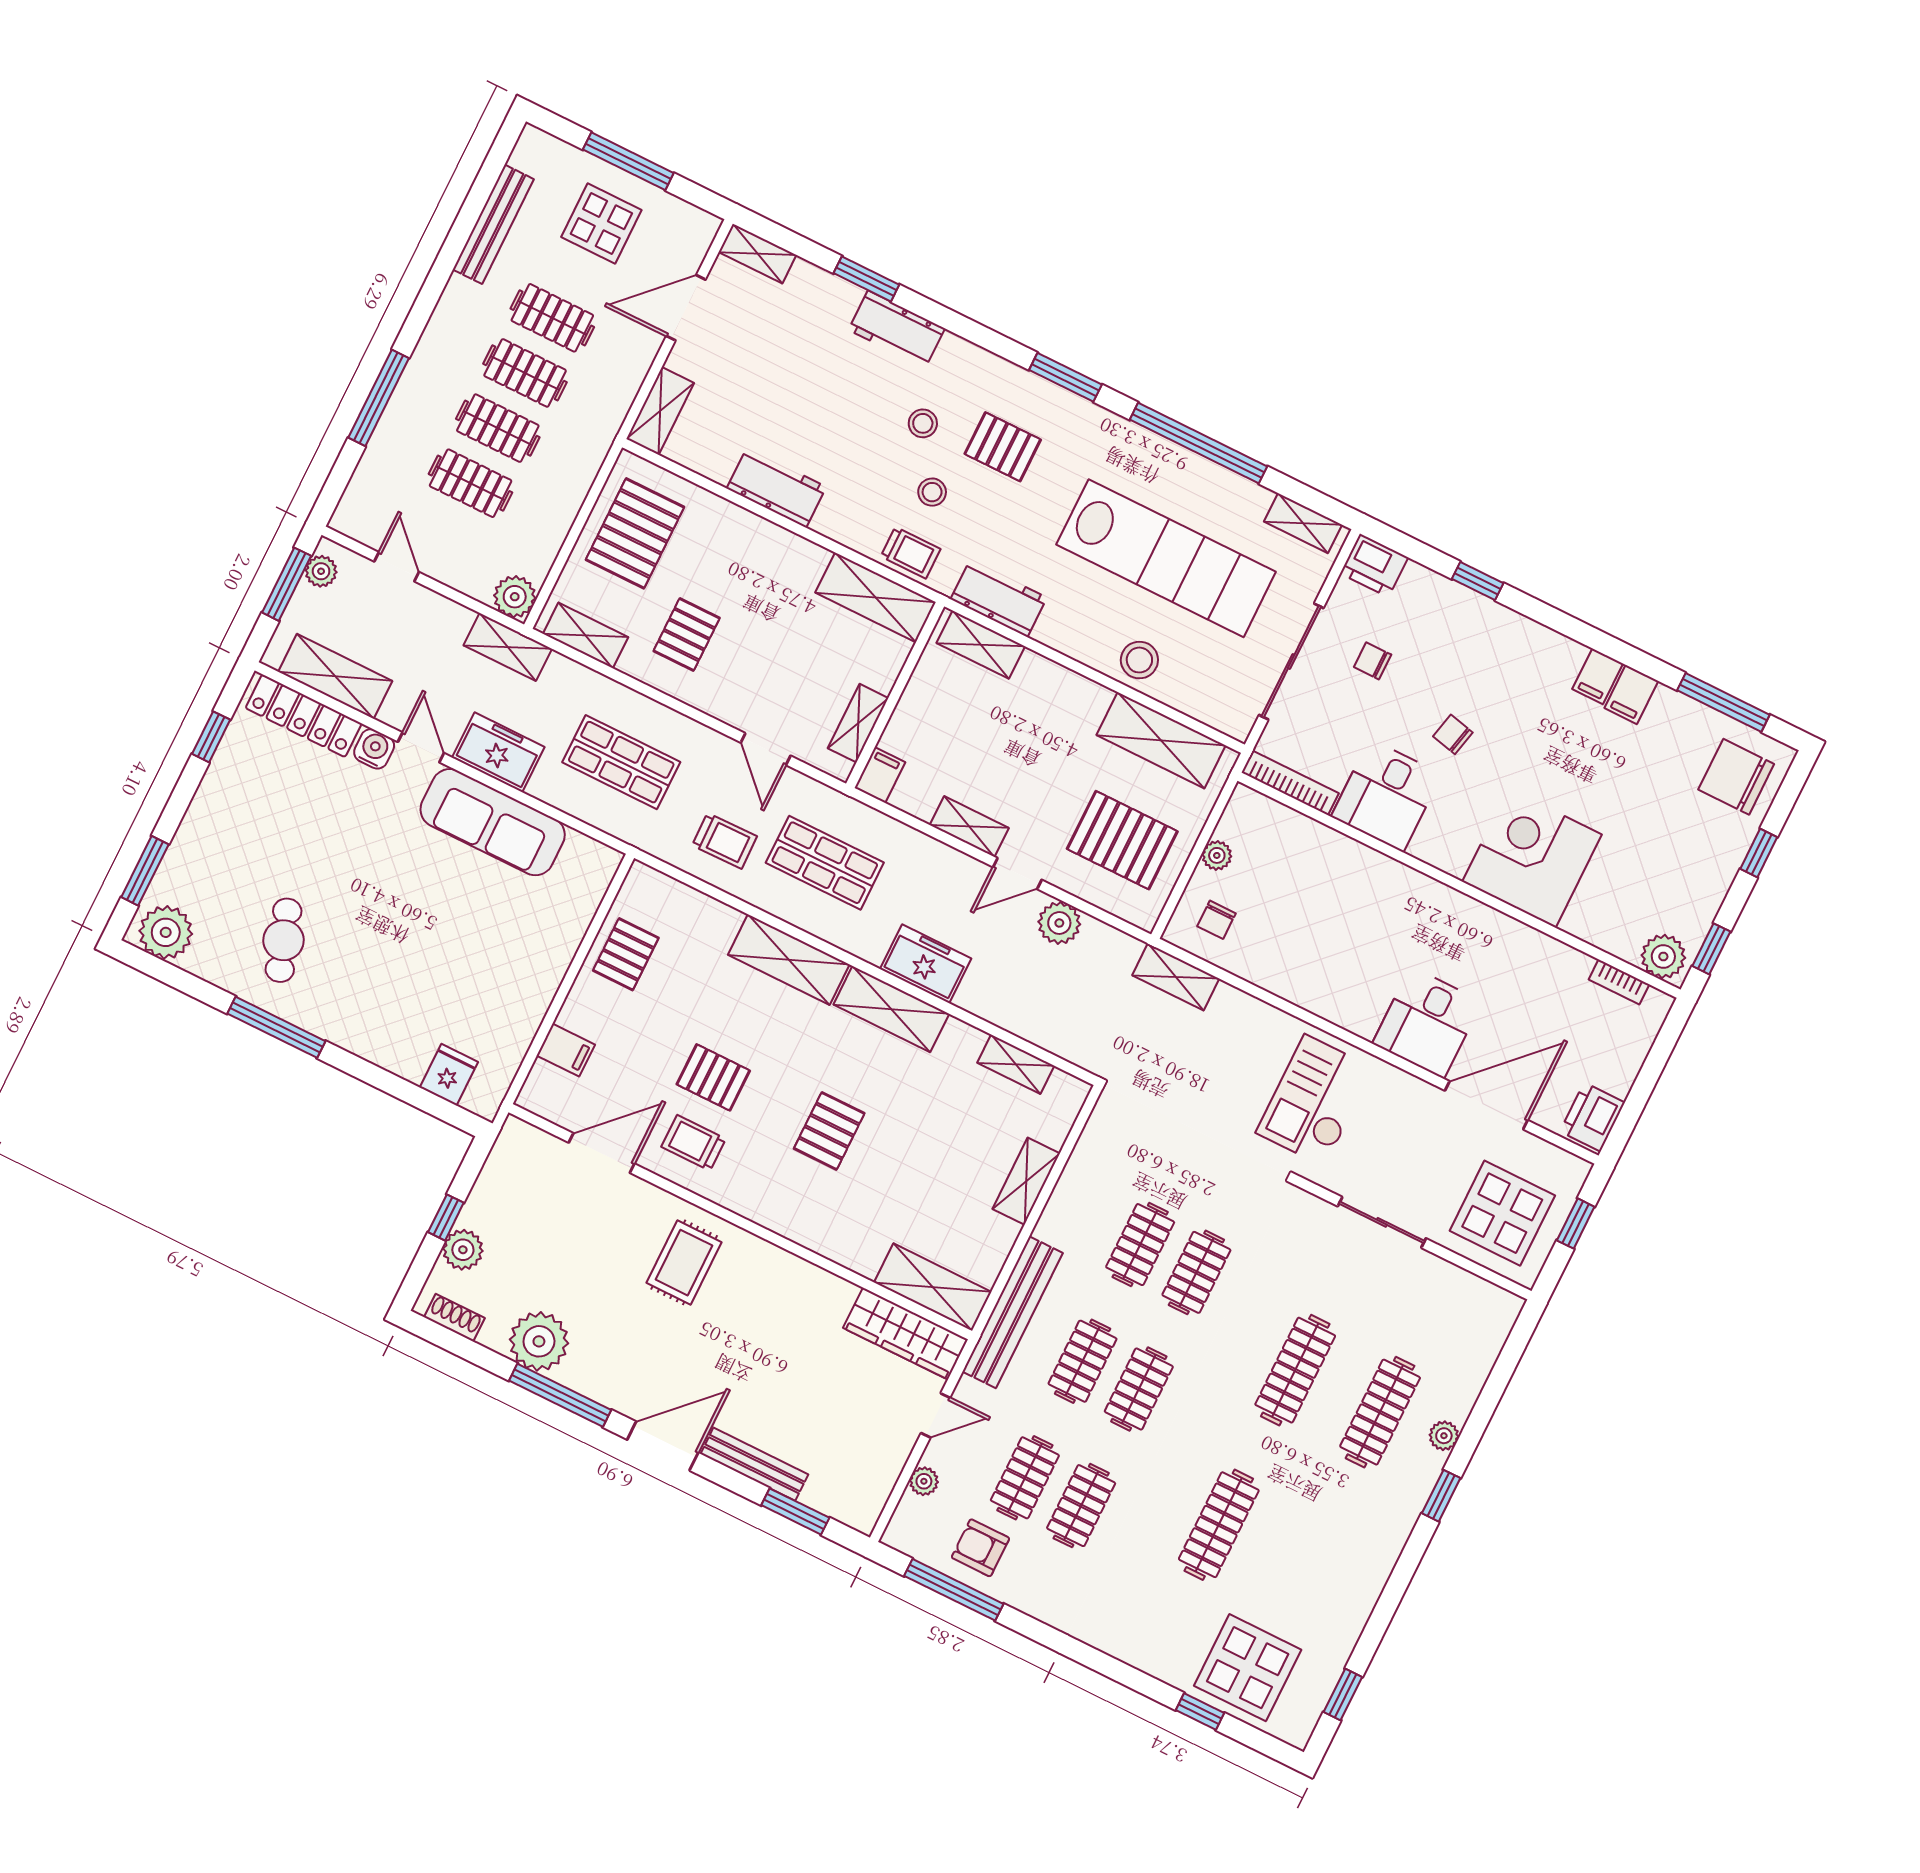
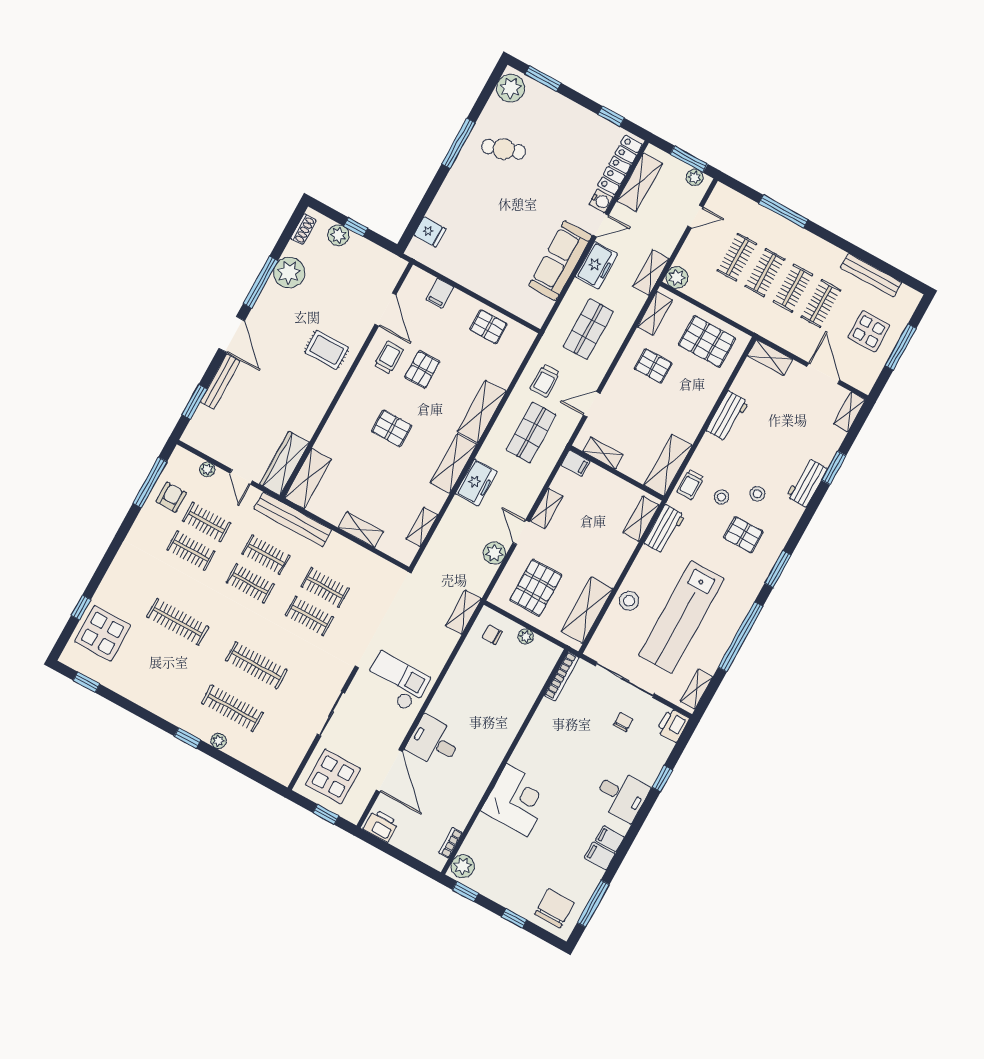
pallet: (1003, 447) -> (743, 535), turned 90
chair: (1453, 734) -> (583, 762), removed
desk: (1386, 795) -> (622, 795), moved, turned 180

